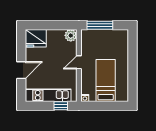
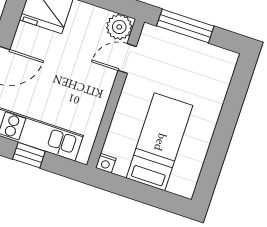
door: (79, 62) -> (127, 58), moved
window: (61, 106) -> (29, 155), moved

